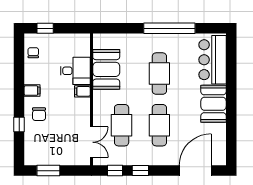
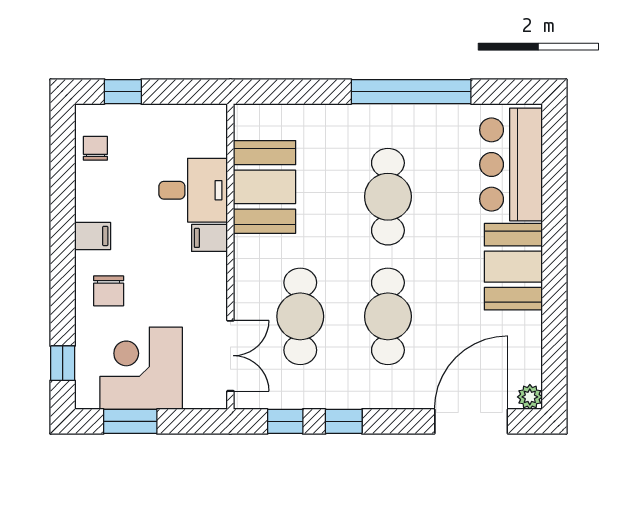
window: (19, 125) -> (63, 363), moved
corner desk: (53, 148) -> (141, 368), added
plant: (221, 160) -> (530, 397), added

